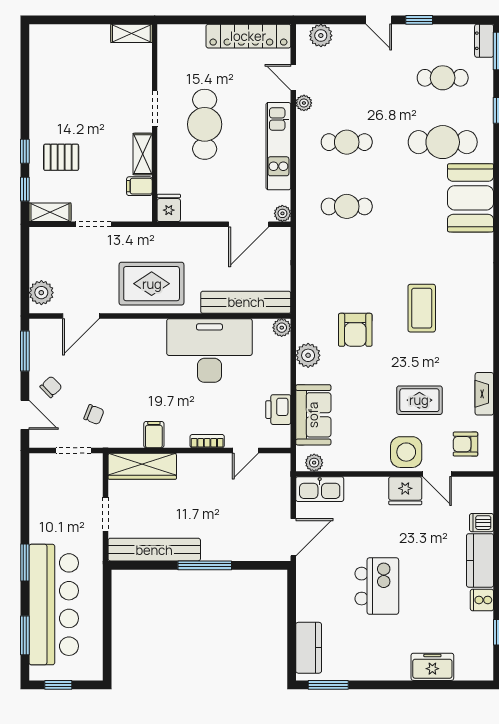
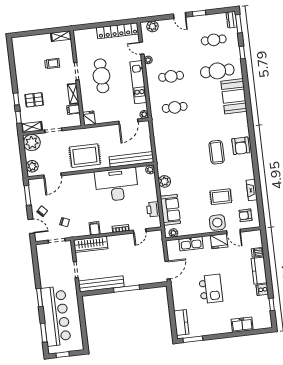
trolley: (107, 87) -> (52, 64), added
plant: (46, 244) -> (32, 143), added
armchair: (355, 330) -> (241, 146), moved
kitchen sink: (320, 489) -> (191, 244), moved

